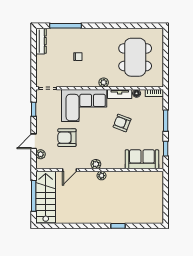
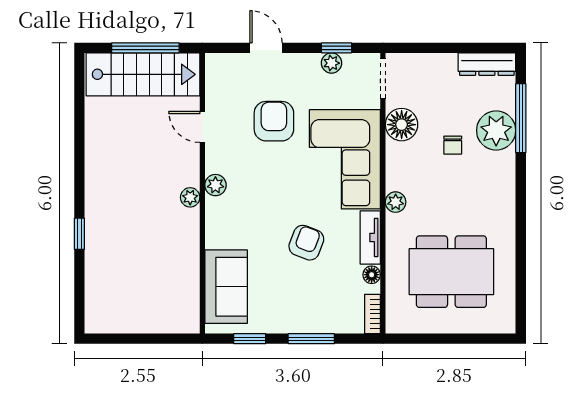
plant: (71, 37) -> (496, 130), added
floor lamp: (68, 80) -> (402, 125), added
plant: (41, 154) -> (332, 63), moved

